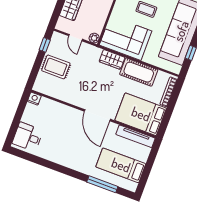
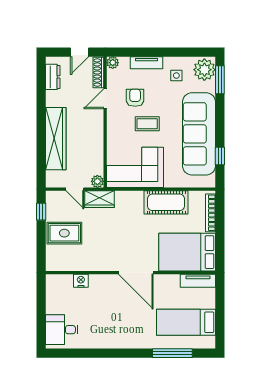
wardrobe: (112, 59) -> (99, 199), moved
nightstand: (34, 99) -> (81, 281), moved
tv unit: (135, 136) -> (198, 281), width x0.71

